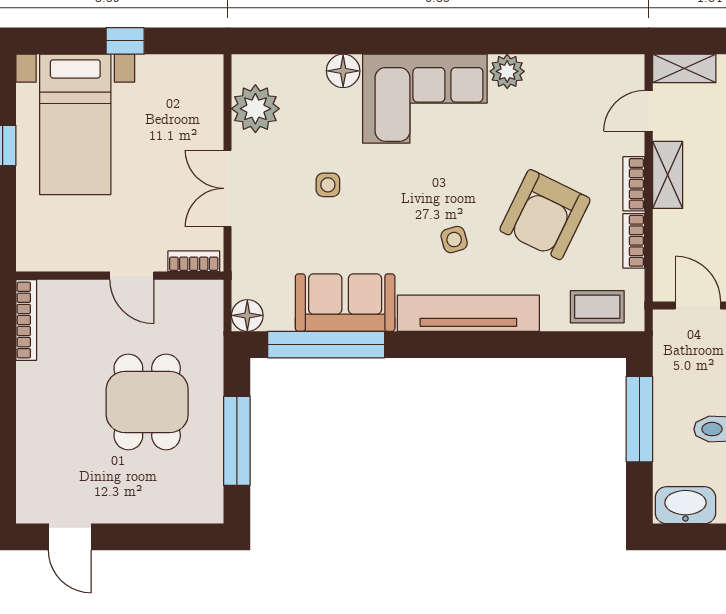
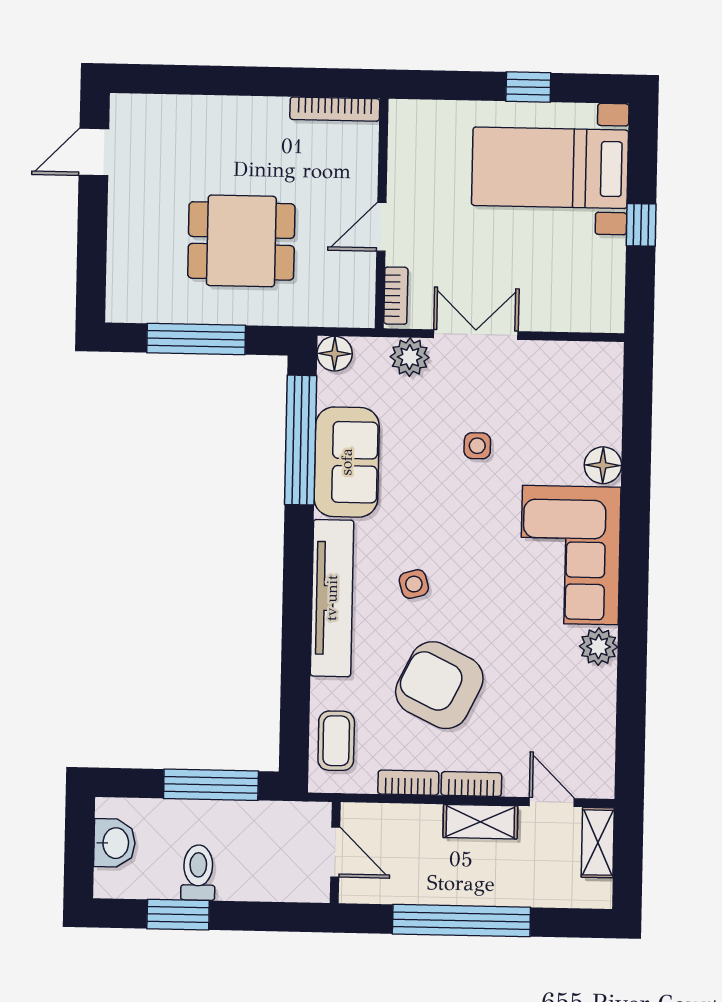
plant: (255, 109) -> (410, 357), moved, width x0.73, depth x0.73
door: (698, 305) -> (335, 852), hinge flipped
washbasin: (685, 505) -> (114, 843), width x0.72

